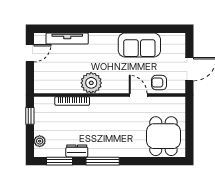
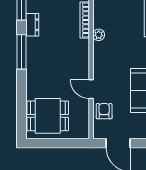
plant: (91, 83) -> (99, 35), width x0.53, depth x0.53
door: (138, 95) -> (91, 89), swing flipped

